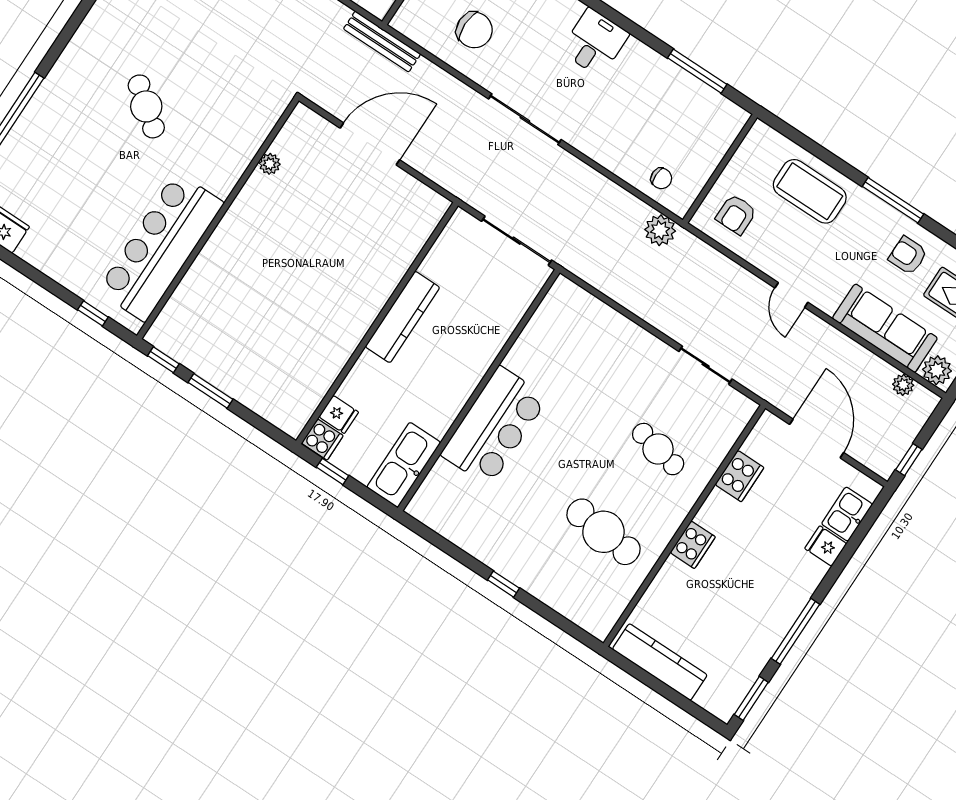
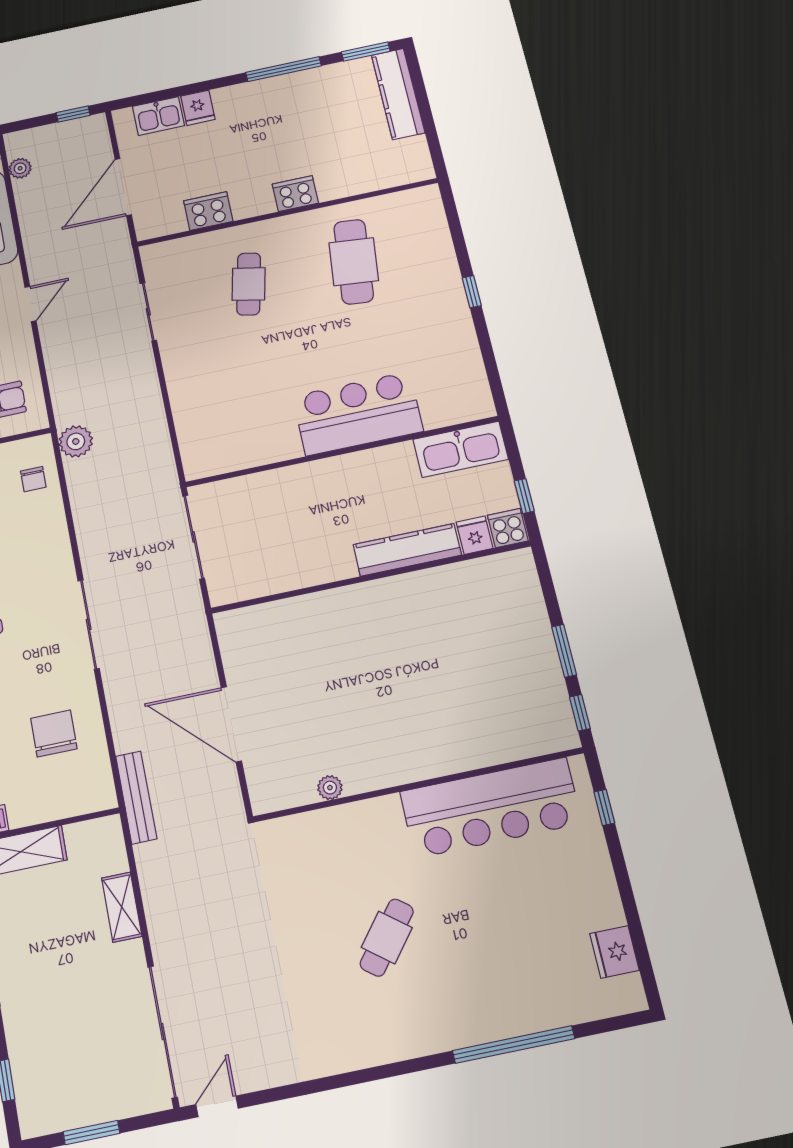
chair: (661, 178) -> (33, 479), turned 180
kitchen counter: (402, 317) -> (407, 550), moved
kitchen counter: (660, 662) -> (398, 94), moved

